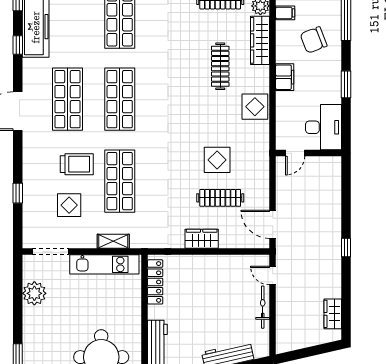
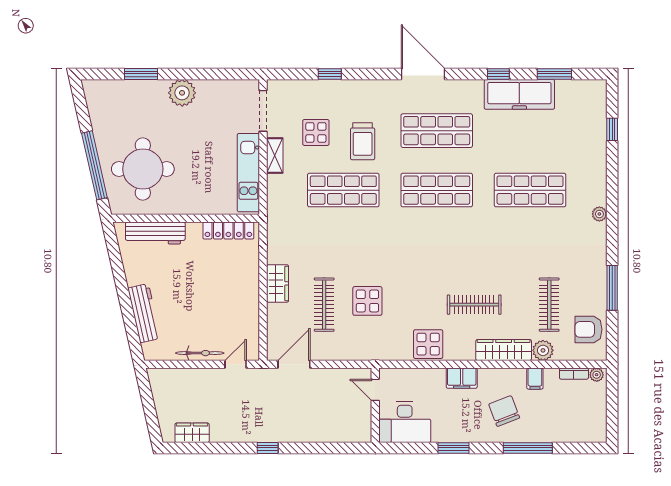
shelving: (113, 241) -> (275, 156), moved
plant: (34, 293) -> (182, 93), moved

